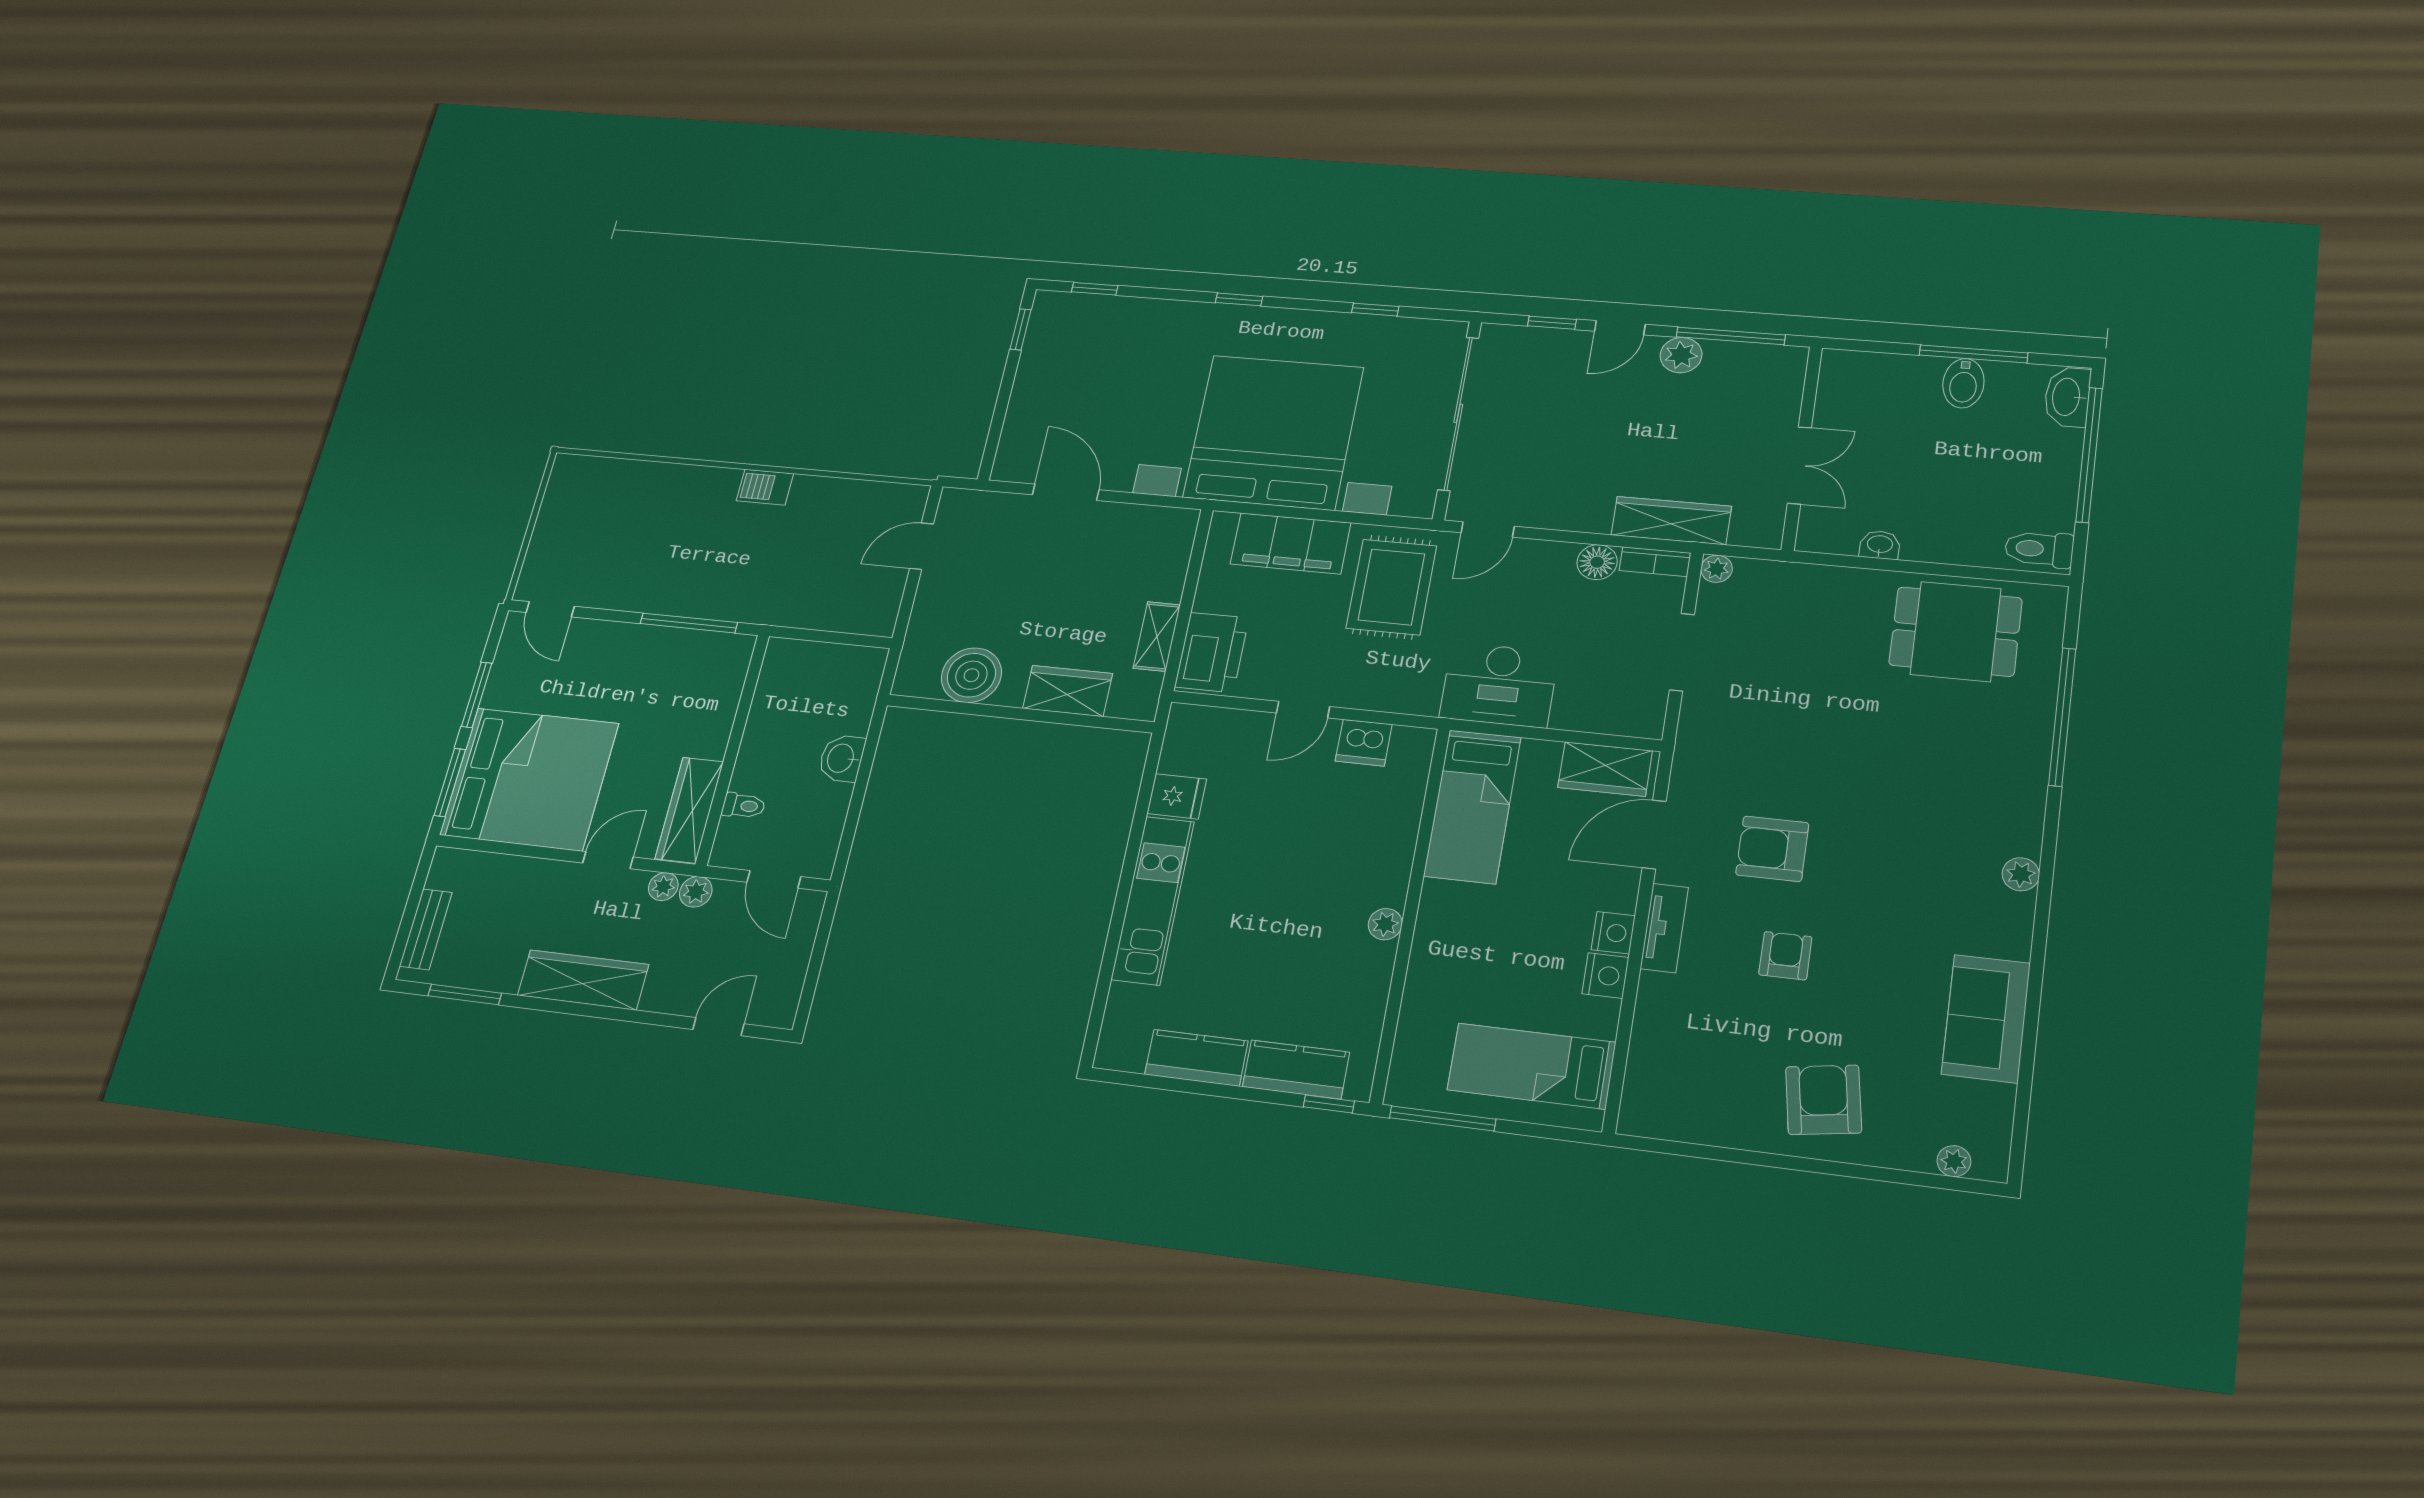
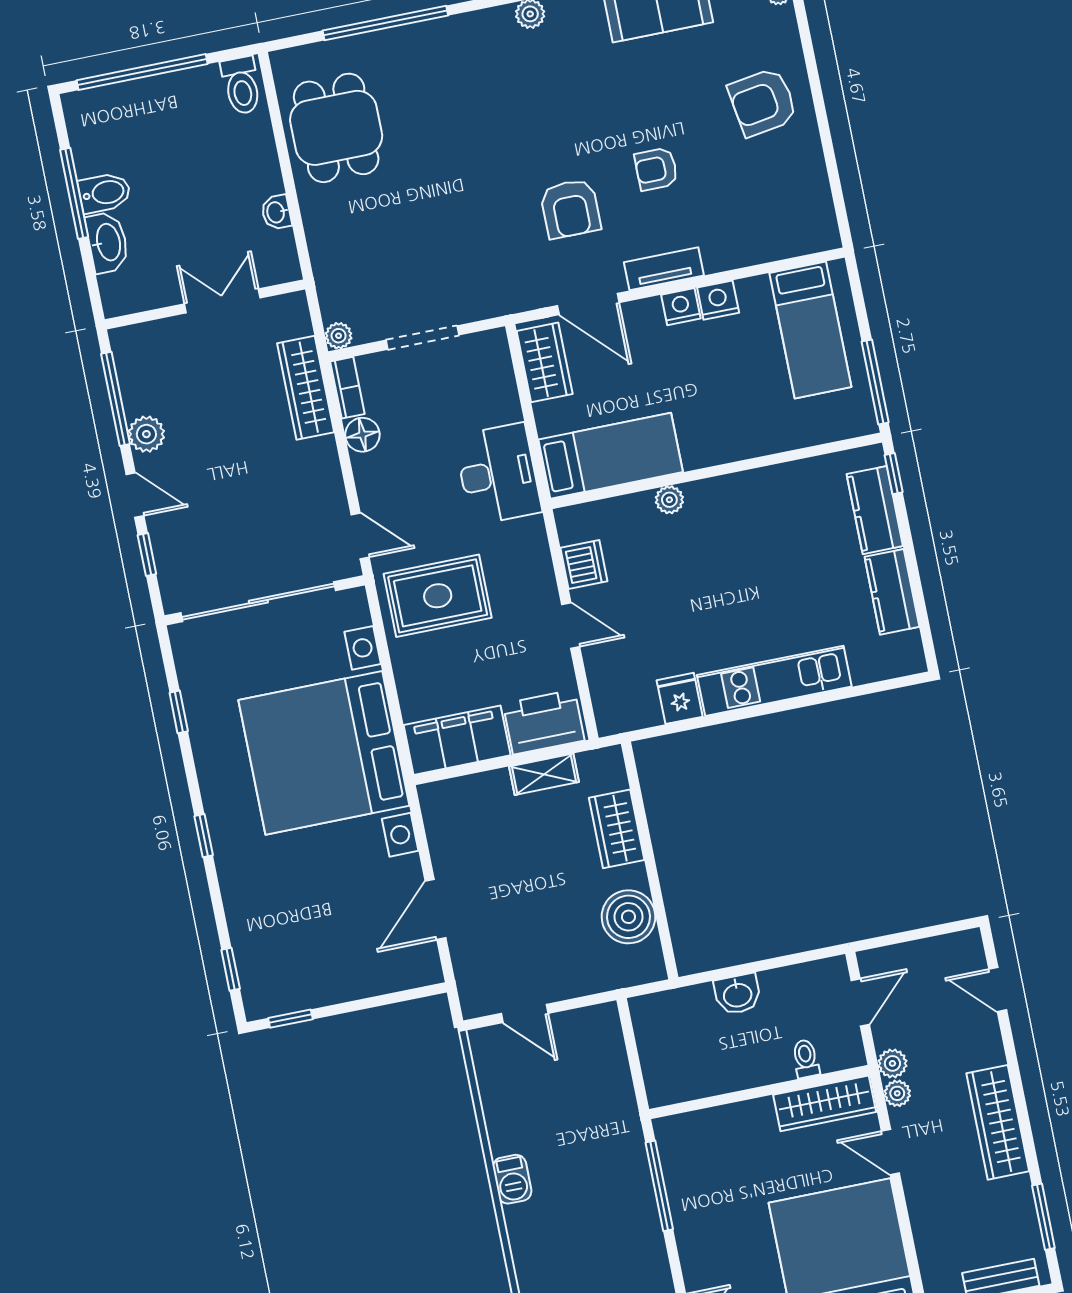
washbasin: (2067, 397) -> (107, 242), moved, turned -90
filing cabinet: (1290, 543) -> (457, 740), moved, turned -90
plant: (1385, 924) -> (669, 500), moved

